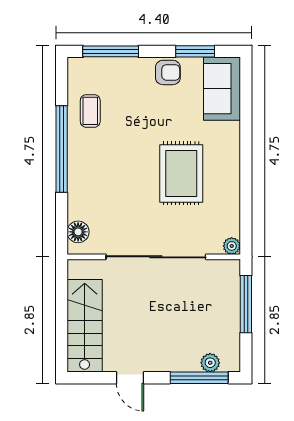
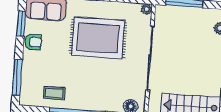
armchair: (168, 72) -> (33, 42), turned 90
rug: (181, 173) -> (98, 38), width x1.37, depth x1.44

